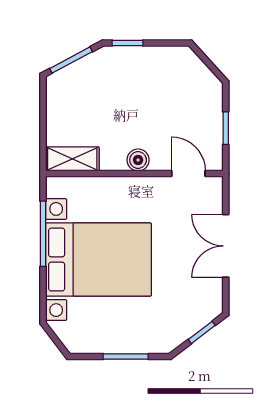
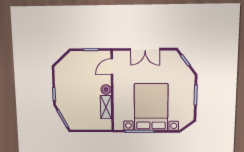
shelving: (72, 159) -> (106, 107), moved

